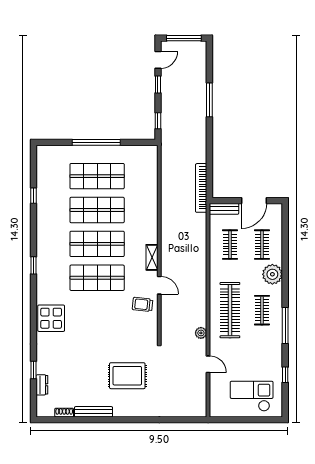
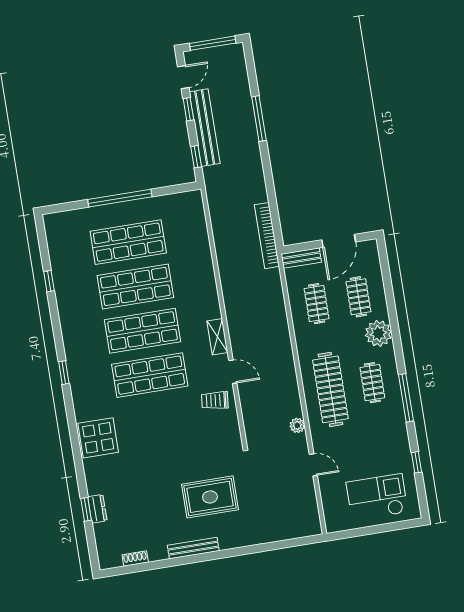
bench: (168, 100) -> (205, 128), added
dresser: (42, 385) -> (97, 509), moved
bench: (94, 412) -> (193, 548), moved

